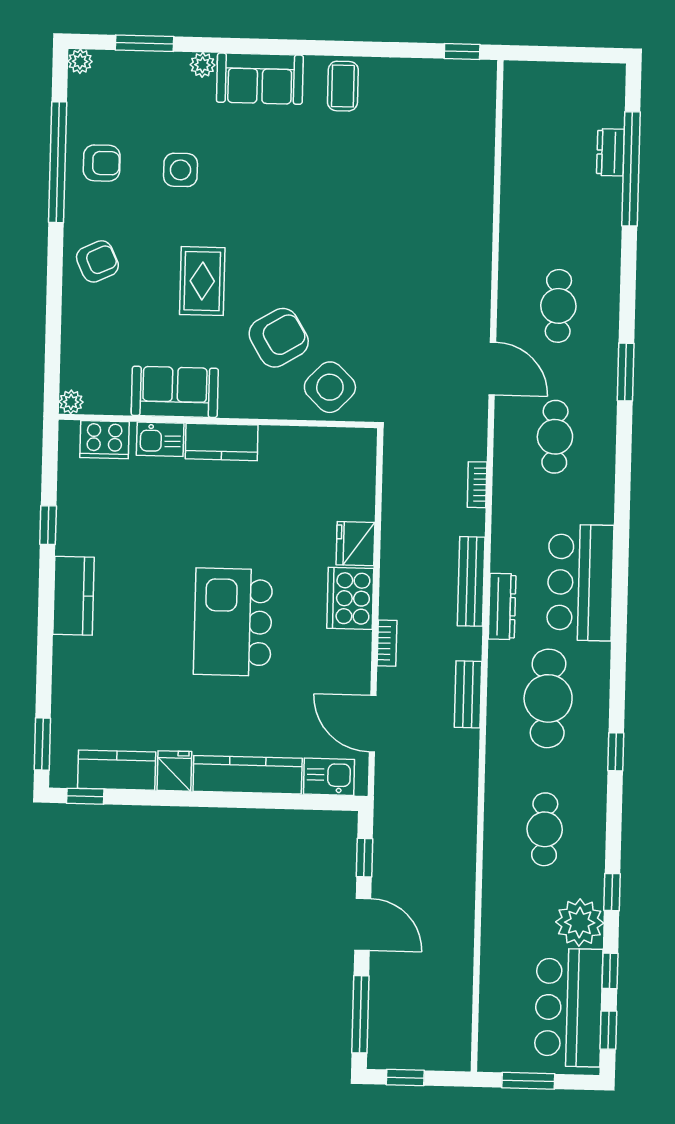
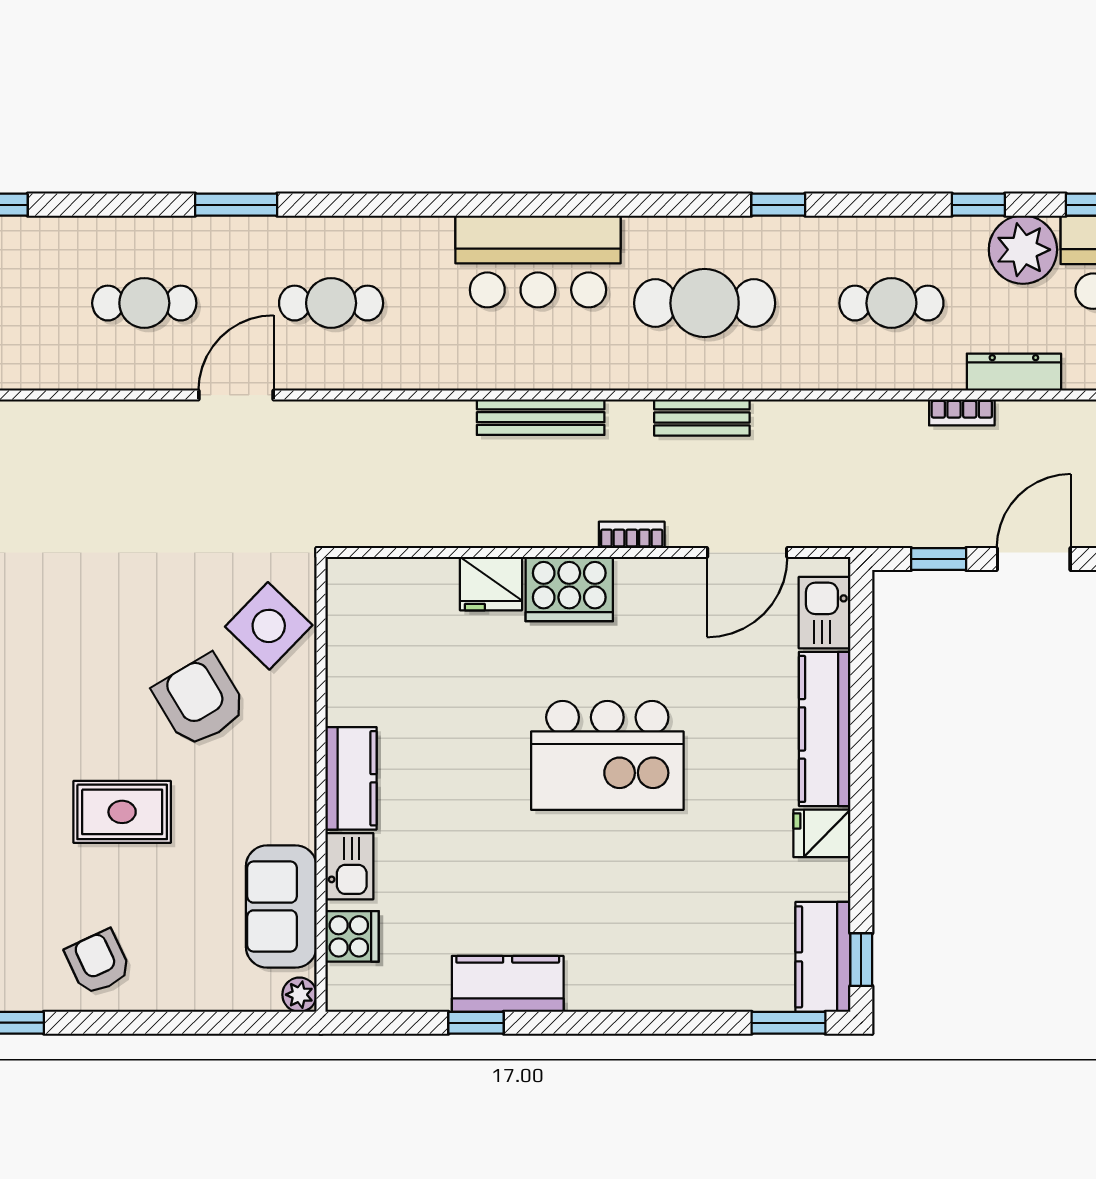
sofa: (175, 392) -> (281, 906), moved
cooker: (104, 440) -> (352, 936), width x0.73
bookcase: (477, 485) -> (962, 412), moved
kitchen counter: (73, 596) -> (508, 984), moved
dresser: (502, 606) -> (1014, 372), moved
kitchen counter: (117, 770) -> (823, 957), moved

